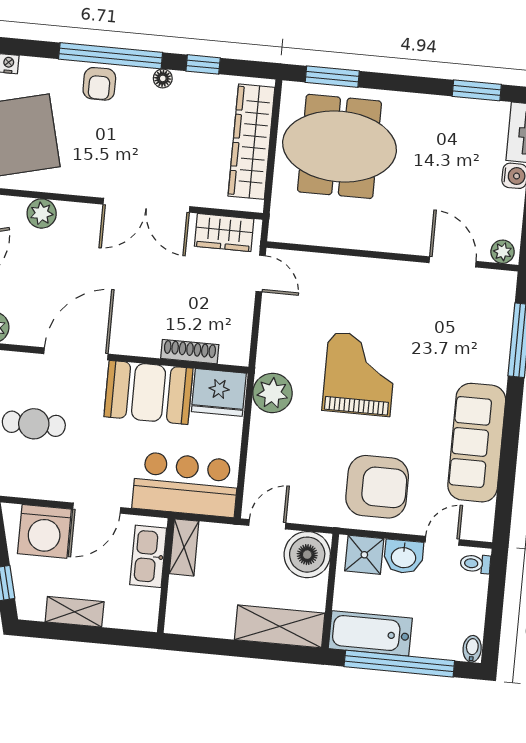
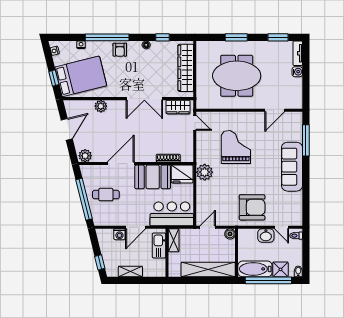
window: (111, 56) -> (107, 37), moved
window: (332, 77) -> (236, 37), moved
meeting table: (339, 146) -> (237, 76), moved
plant: (503, 252) -> (295, 104), removed
door: (453, 262) -> (275, 110), swing flipped
grand piano: (359, 374) -> (236, 147), moved
sofa: (477, 443) -> (292, 167), moved
washing machine: (44, 531) -> (119, 234), width x0.53, depth x0.53
door: (442, 541) -> (281, 227), swing flipped
boiler: (307, 555) -> (230, 234), width x0.54, depth x0.54
shower: (364, 555) -> (280, 269), moved
shelving: (280, 626) -> (208, 270), width x1.47

